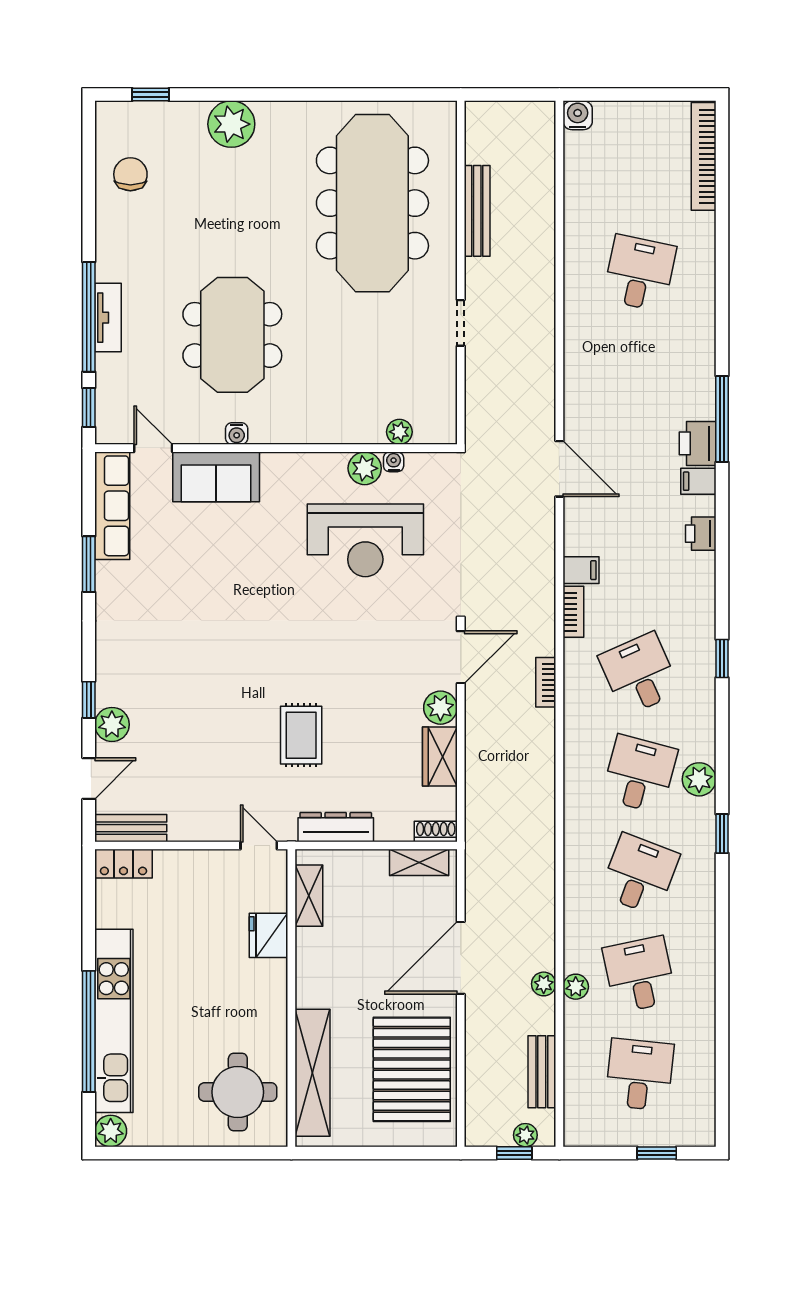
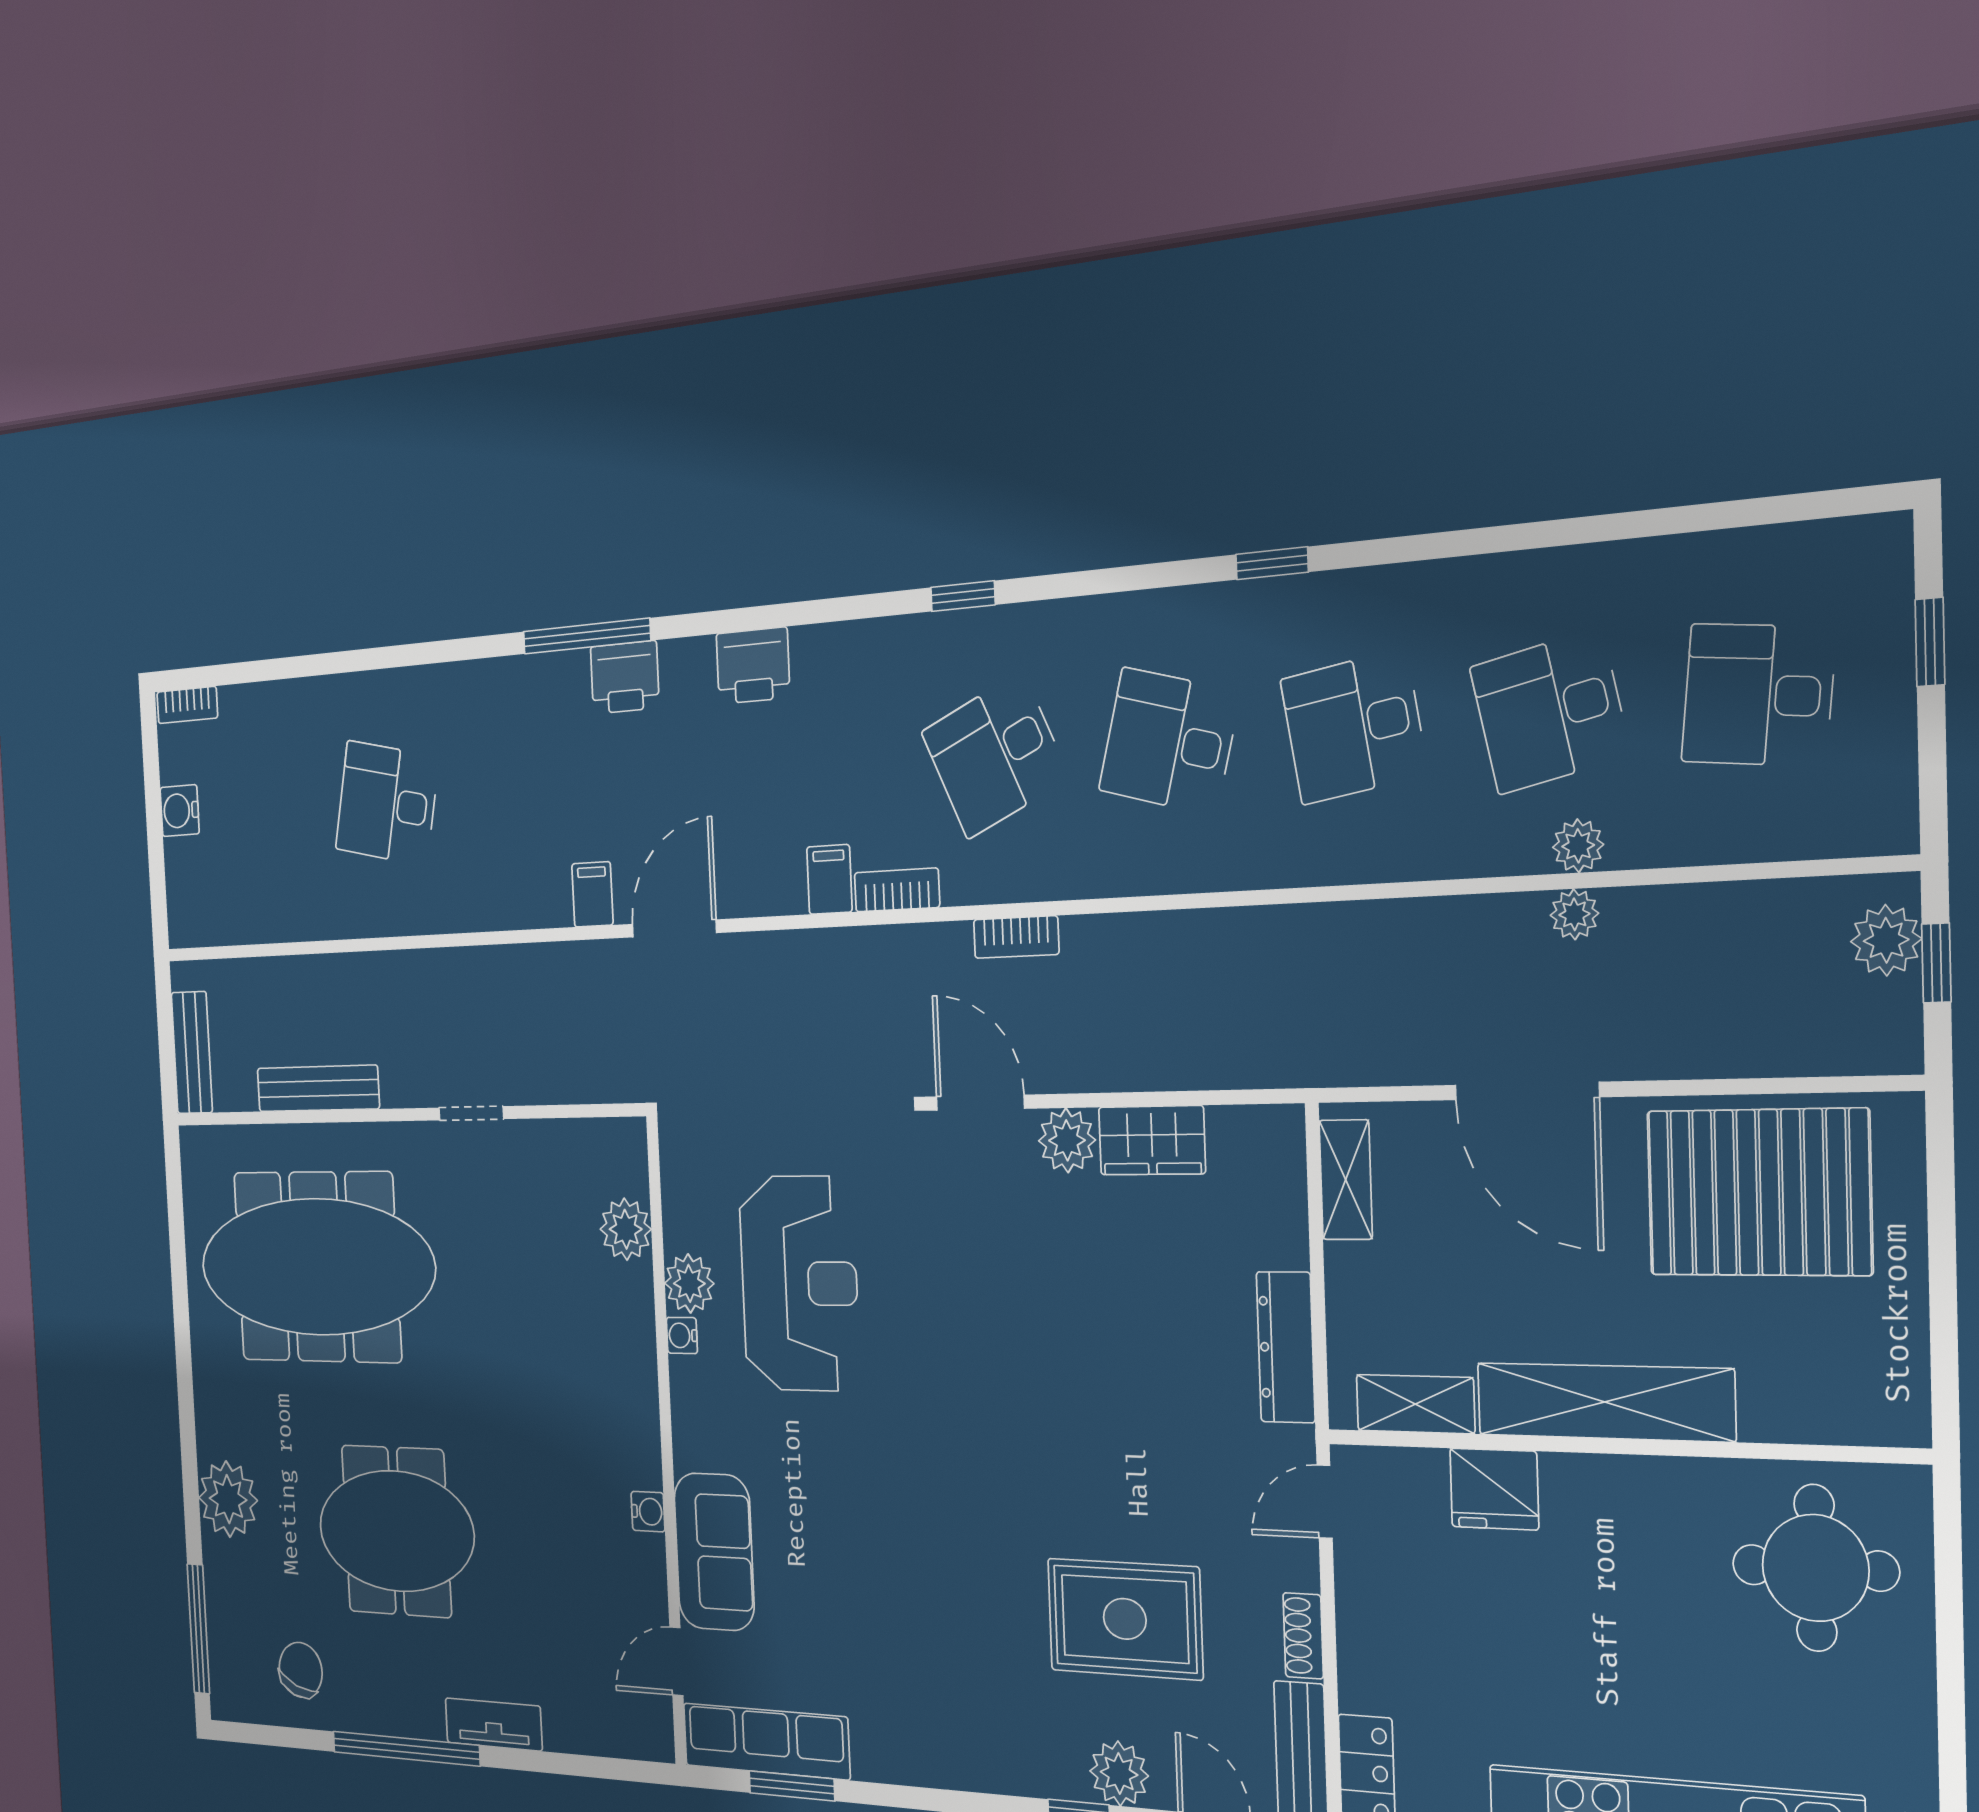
window: (150, 95) -> (198, 1629), width x2.17
water cooler: (578, 115) -> (180, 811), moved
bookcase: (704, 156) -> (187, 705), width x0.43, depth x0.76
chair: (130, 174) -> (301, 1670), turned 112
window: (89, 317) -> (406, 1749), moved
meeting table: (232, 335) -> (396, 1531), moved
window: (89, 408) -> (622, 1770), removed
plant: (399, 432) -> (626, 1229), width x1.38, depth x1.38
water cooler: (394, 462) -> (682, 1335), moved
filing cabinet: (698, 481) -> (592, 894), moved, turned 180
printer: (701, 534) -> (753, 666), width x1.36, depth x1.24
window: (89, 564) -> (792, 1786), moved
rug: (301, 735) -> (1125, 1619), moved, width x1.36, depth x1.43
plant: (699, 779) -> (1174, 620), removed
shoe rack: (436, 832) -> (1303, 1636), moved
desk: (639, 874) -> (1354, 727), turned -30
bench: (542, 1072) -> (192, 1053), moved, turned 90
shelving: (312, 1073) -> (1605, 1402), moved
plant: (525, 1135) -> (1886, 940), width x1.38, depth x1.38

